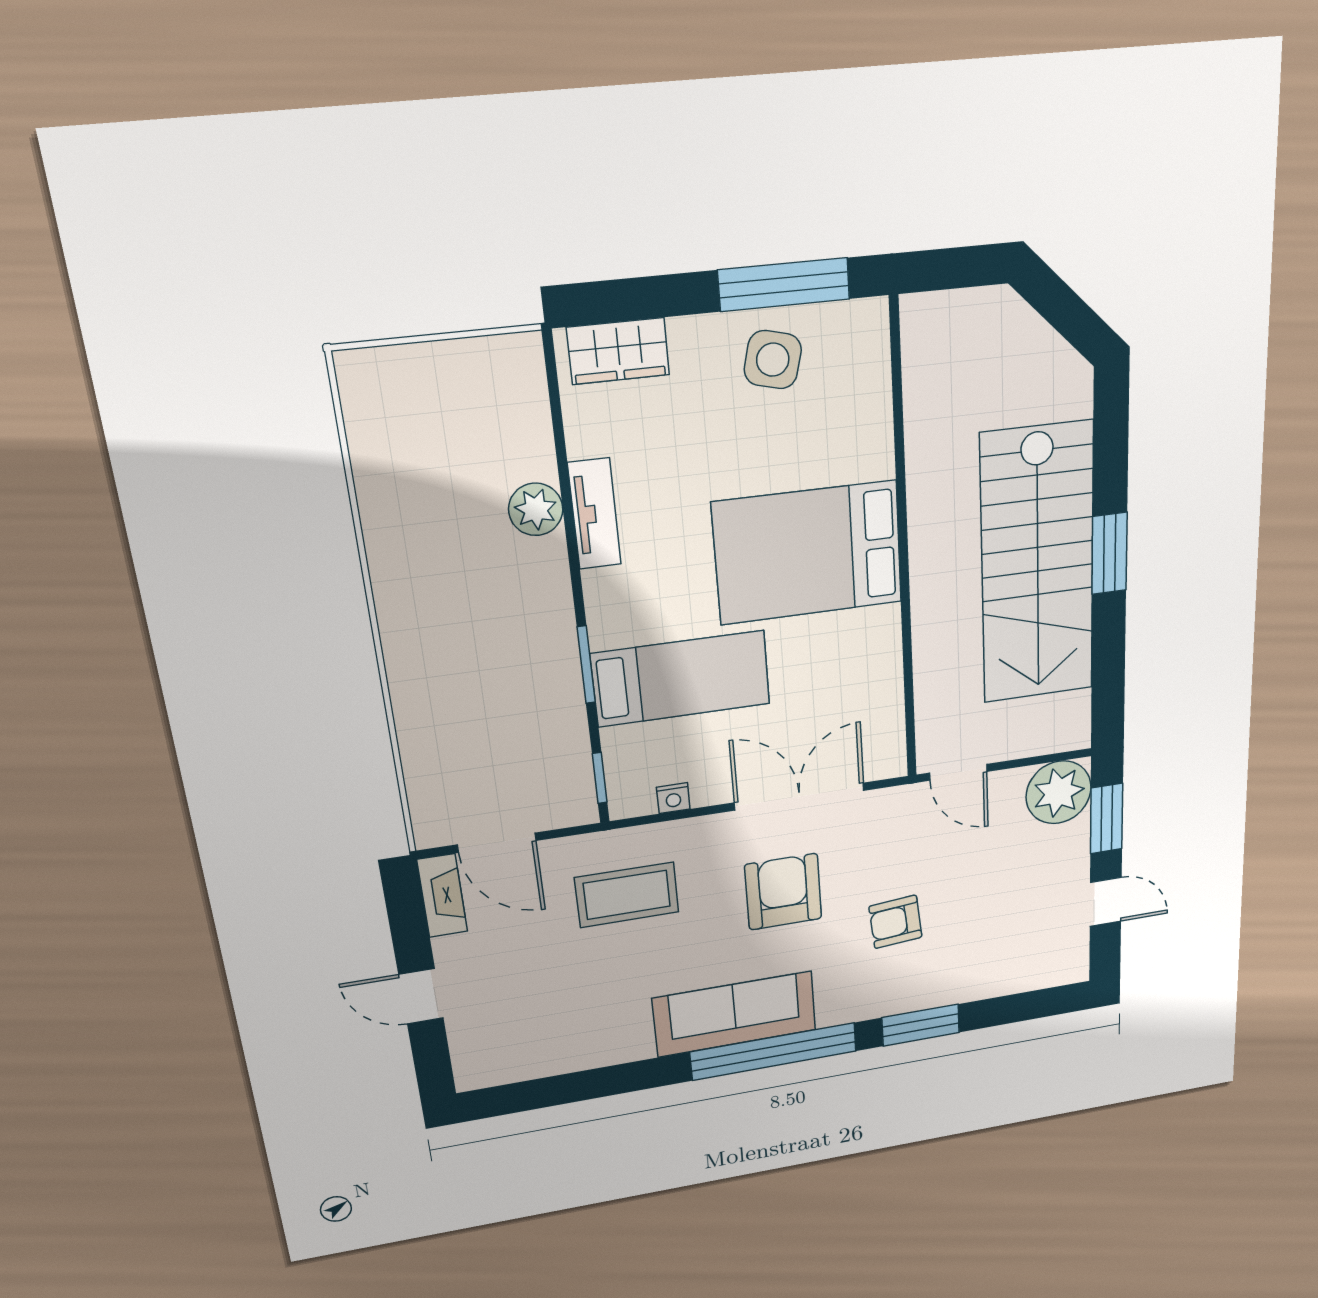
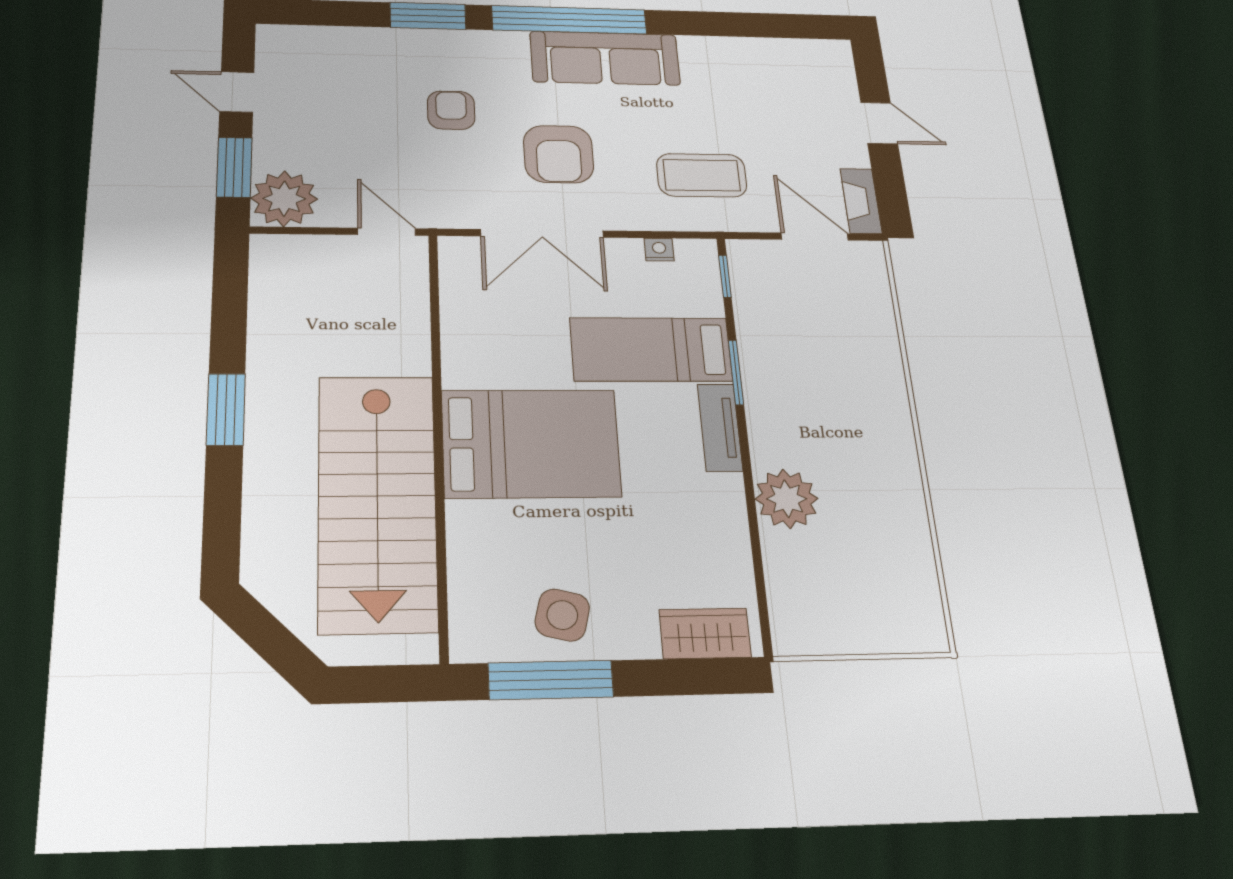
plant: (536, 509) -> (787, 499), width x1.36, depth x1.36
tv unit: (594, 514) -> (720, 427), moved
stairs: (1038, 564) -> (377, 501), moved, turned 180
armchair: (896, 922) -> (451, 110), turned -85

